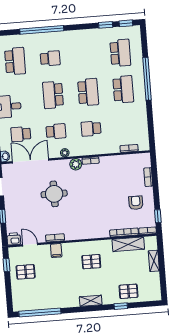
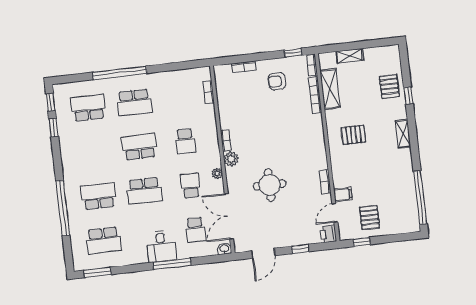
school desk: (50, 58) -> (98, 196), width x1.85
school desk: (15, 61) -> (104, 240), turned 180
school desk: (123, 89) -> (134, 102), turned 180
filing cabinet: (56, 251) -> (343, 194), moved
pallet: (91, 262) -> (354, 135), turned 90

